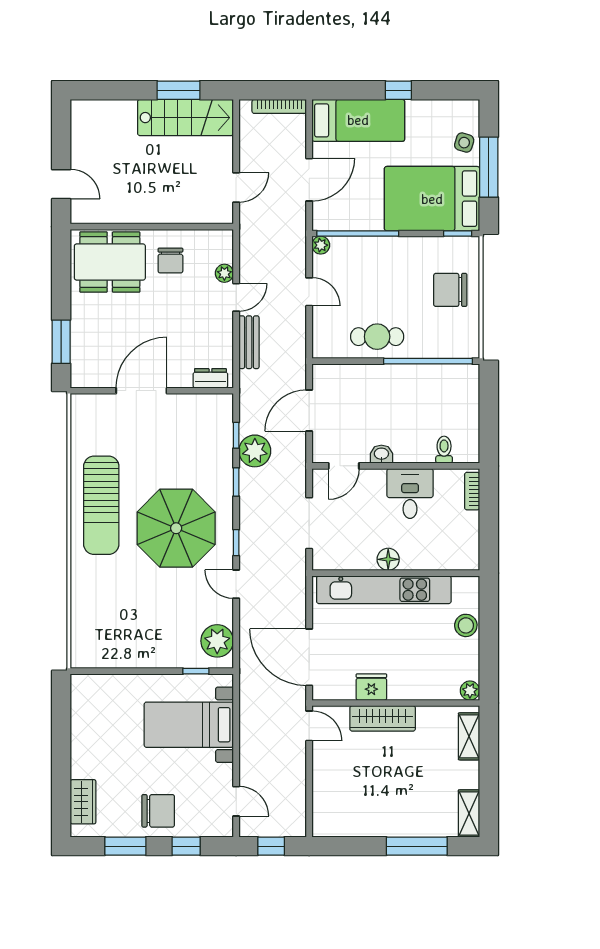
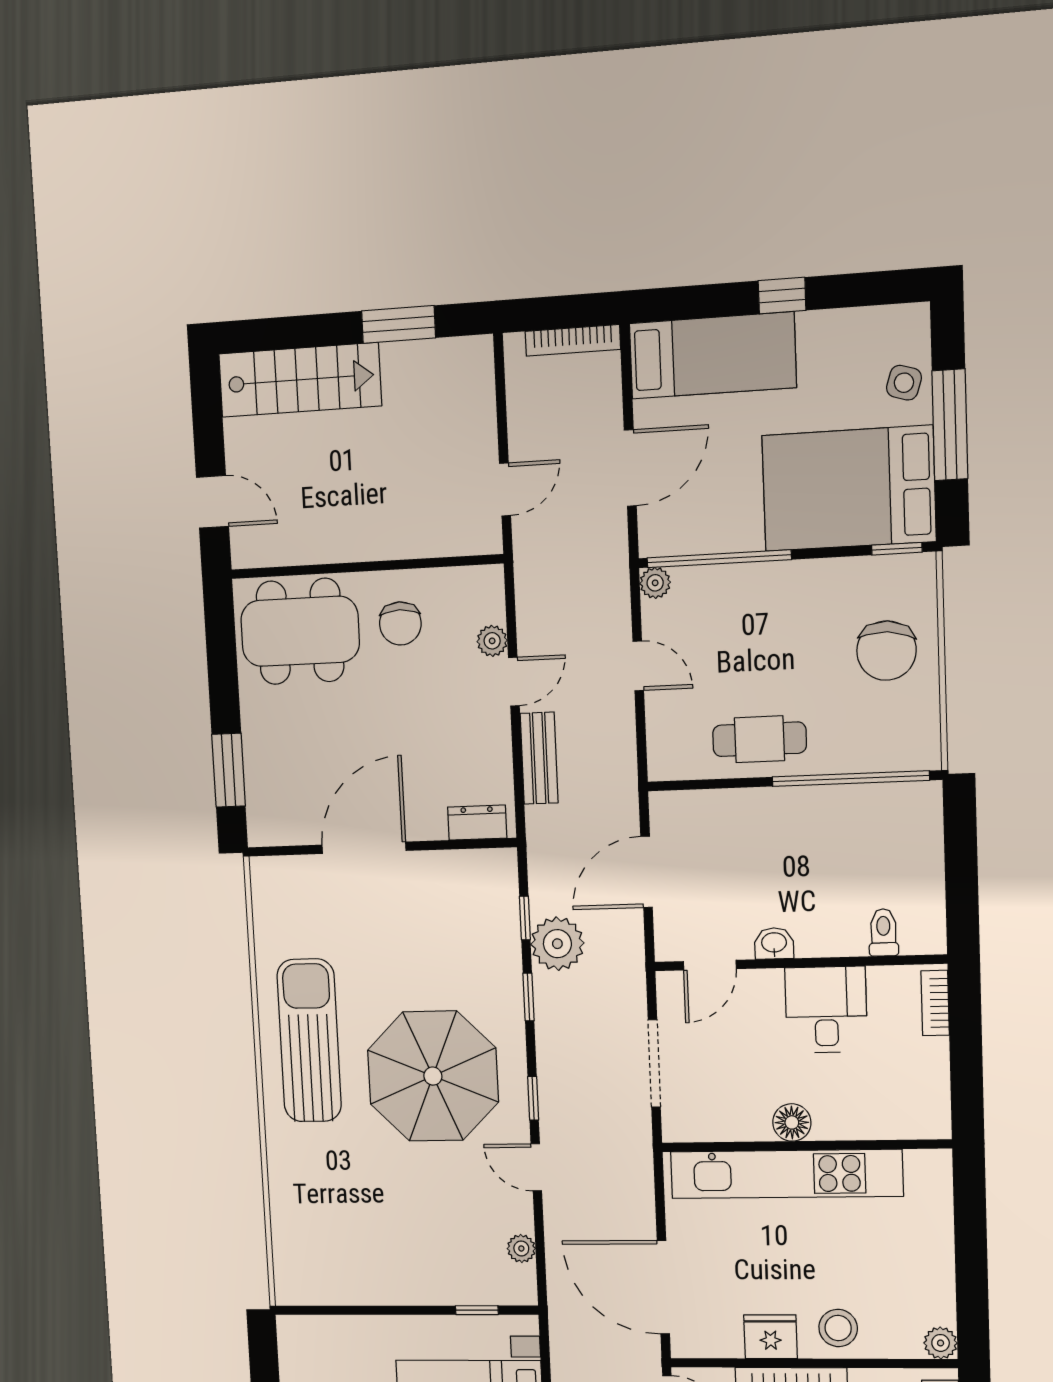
stairs: (186, 118) -> (300, 380), moved
chair: (450, 290) -> (886, 651), turned -86
sun lounger: (101, 505) -> (309, 1040), turned 180
stool: (466, 625) -> (838, 1328), moved
plant: (217, 641) -> (521, 1248), width x0.53, depth x0.53

